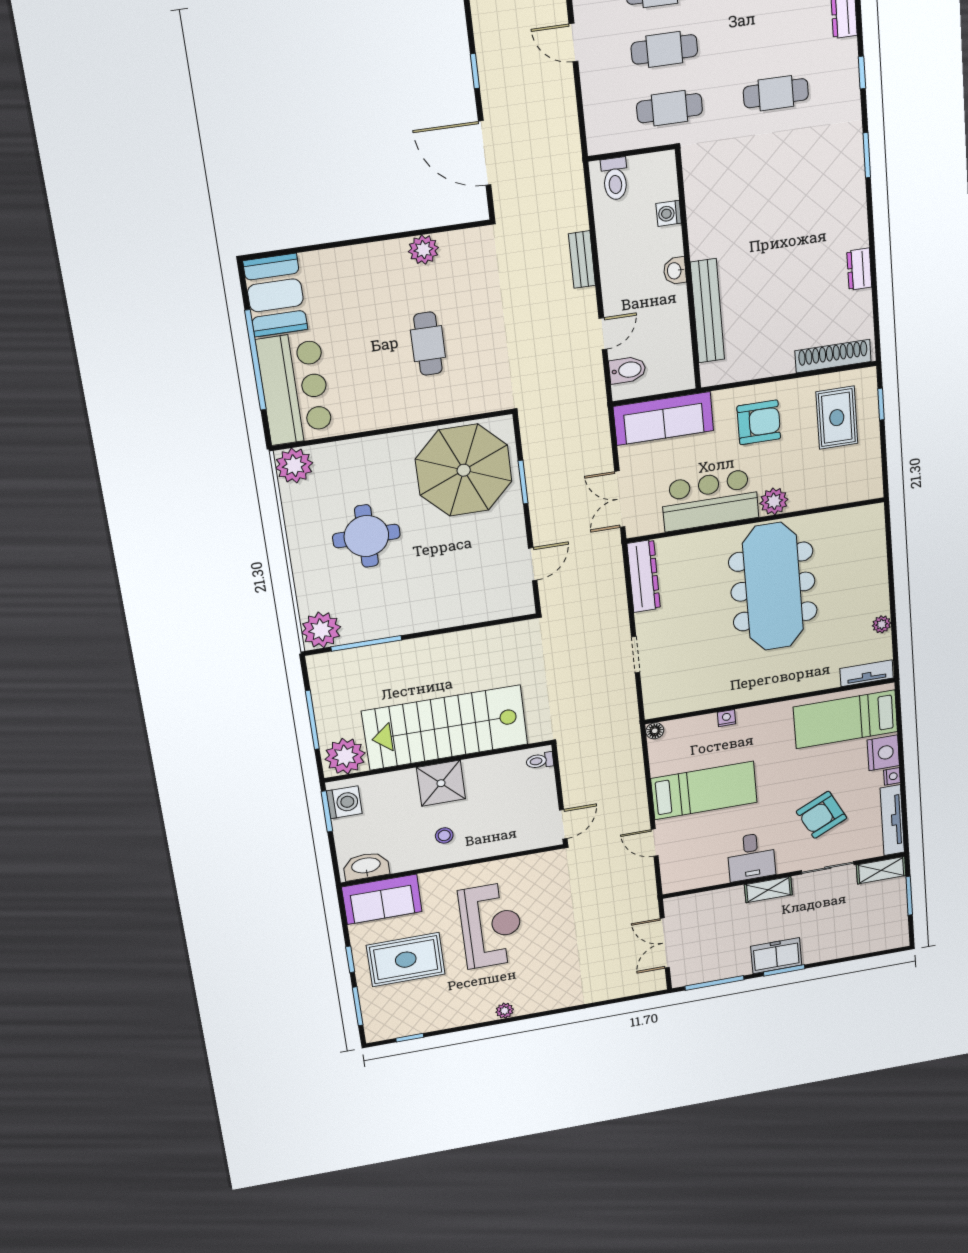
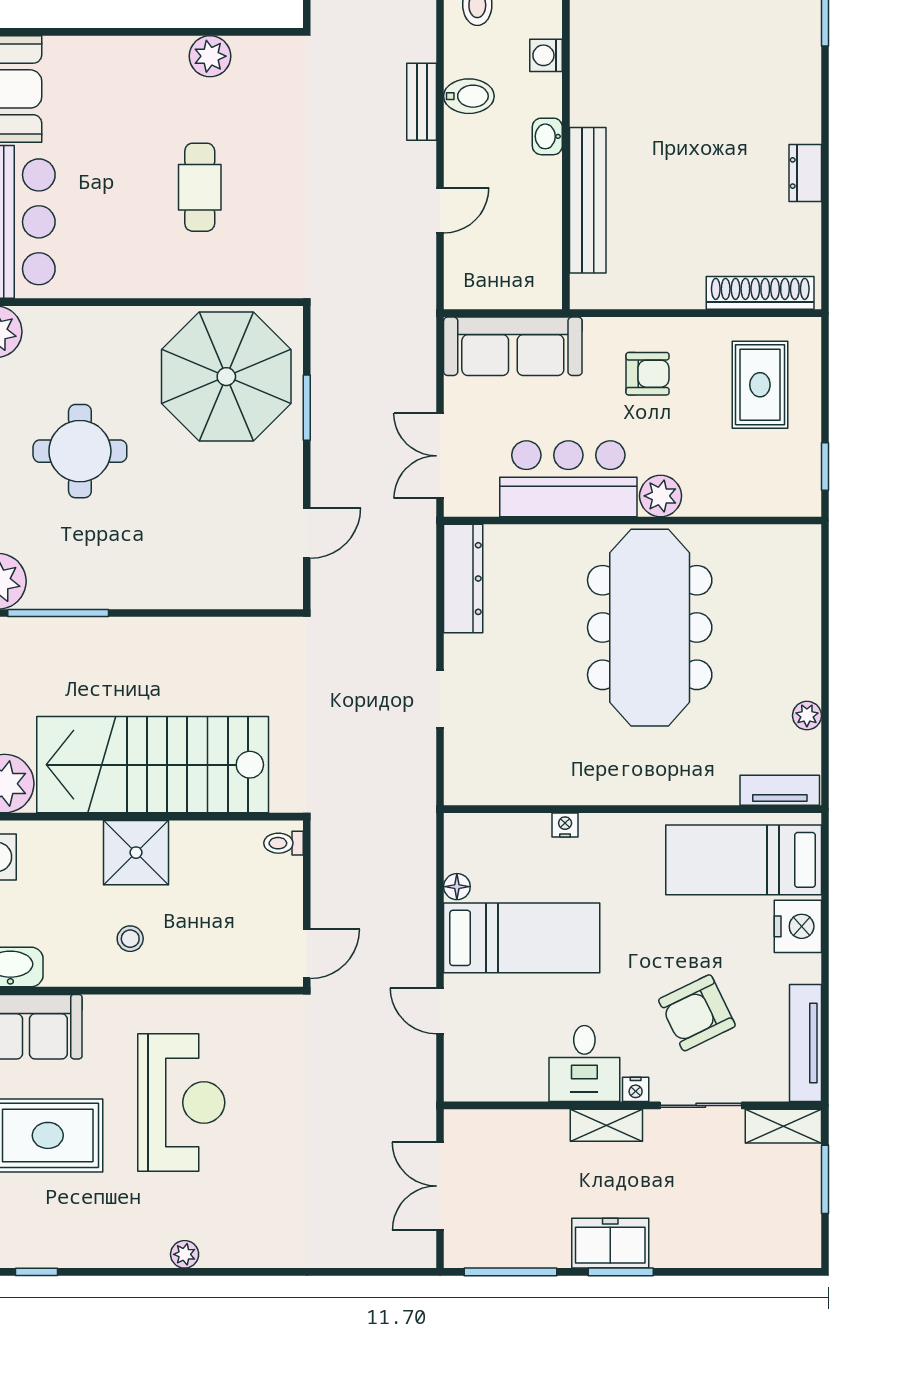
bidet: (627, 370) -> (469, 96), moved
window: (881, 404) -> (825, 466), moved
armchair: (759, 422) -> (648, 374), width x0.72, depth x0.72
floor lamp: (655, 731) -> (457, 887), moved
nightstand: (892, 776) -> (636, 1089), moved, turned 90

